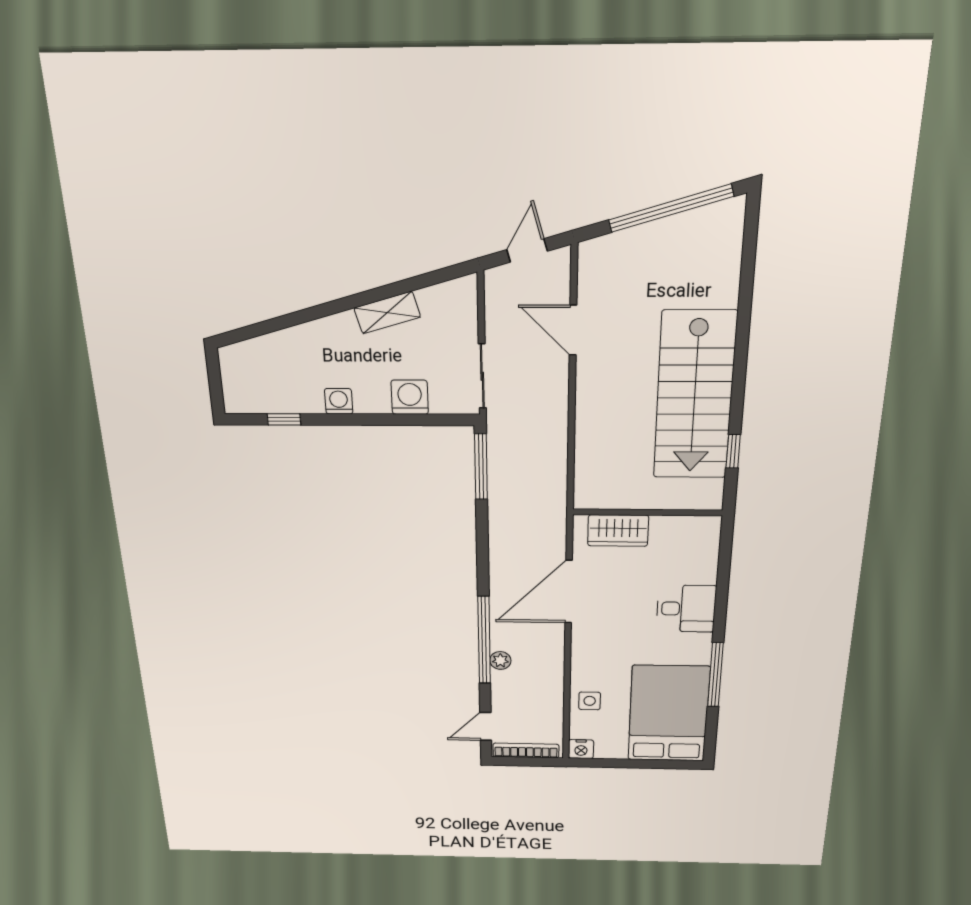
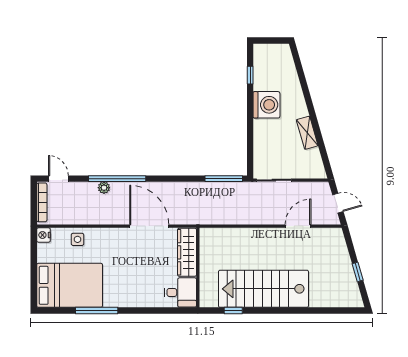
window: (671, 208) -> (358, 272), width x0.32
washing machine: (410, 397) -> (262, 142), removed
washing machine: (339, 401) -> (266, 105), width x1.89, depth x1.89
wardrobe: (618, 531) -> (187, 252), width x1.50
desk: (686, 609) -> (180, 292), moved, turned -90

